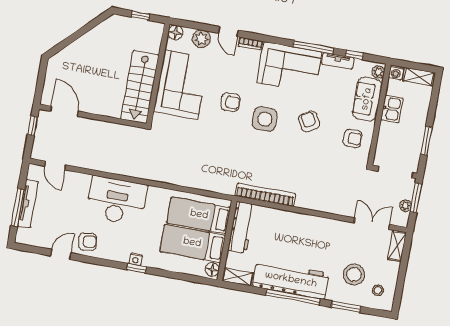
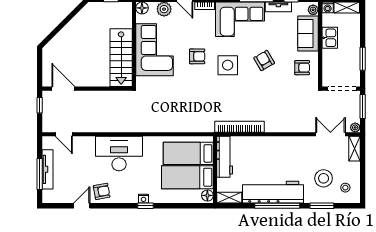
plant: (405, 206) -> (355, 127), moved

